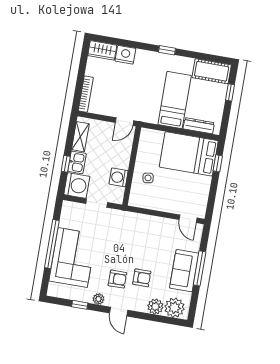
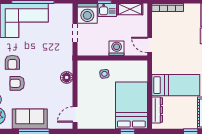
washing machine: (119, 177) -> (117, 48), moved
floor lamp: (145, 221) -> (67, 77), added
armchair: (142, 278) -> (17, 83), turned 90

